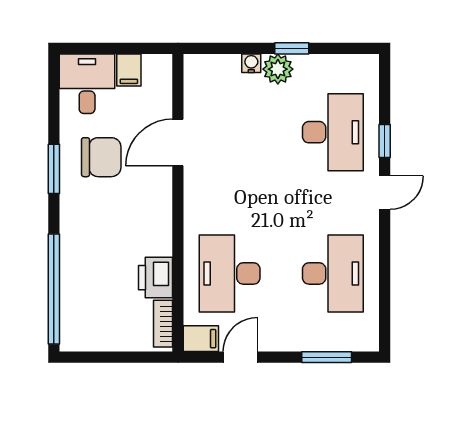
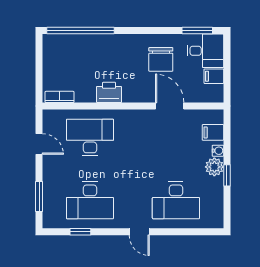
window: (385, 141) -> (80, 232), moved
window: (54, 169) -> (197, 31), moved
printer: (156, 278) -> (109, 92), moved
filing cabinet: (201, 339) -> (213, 132), moved, turned 90

